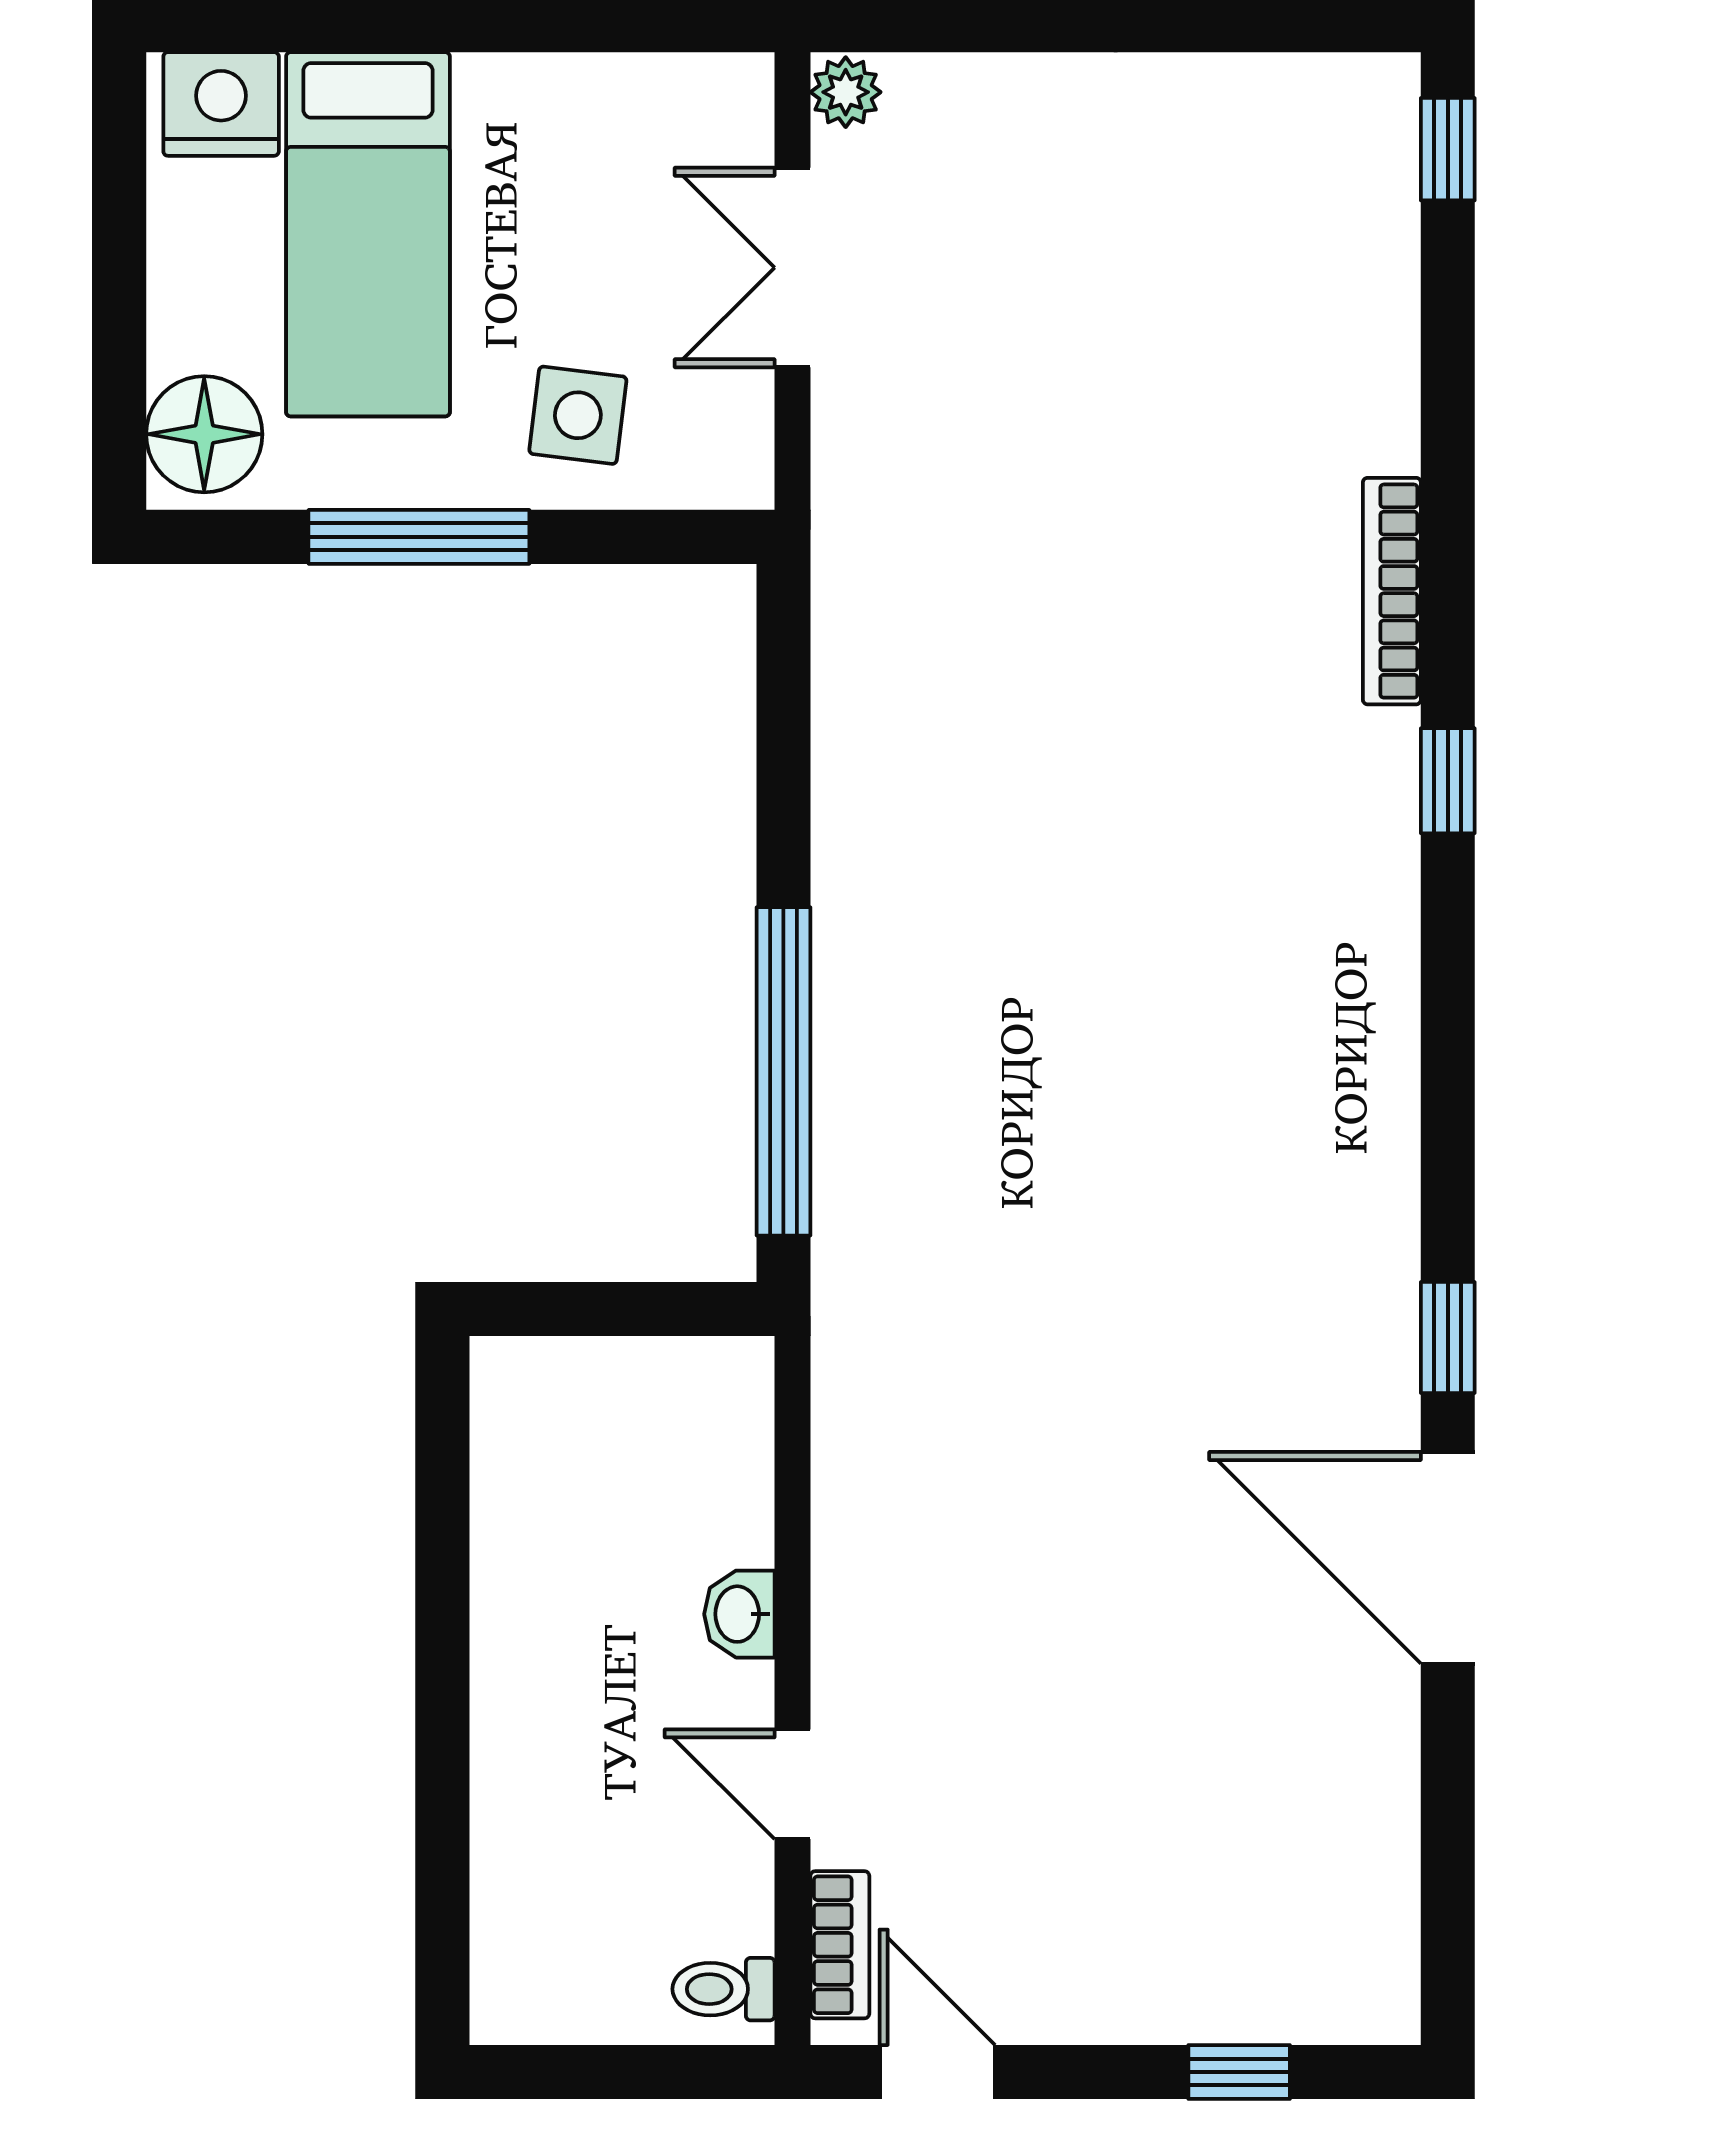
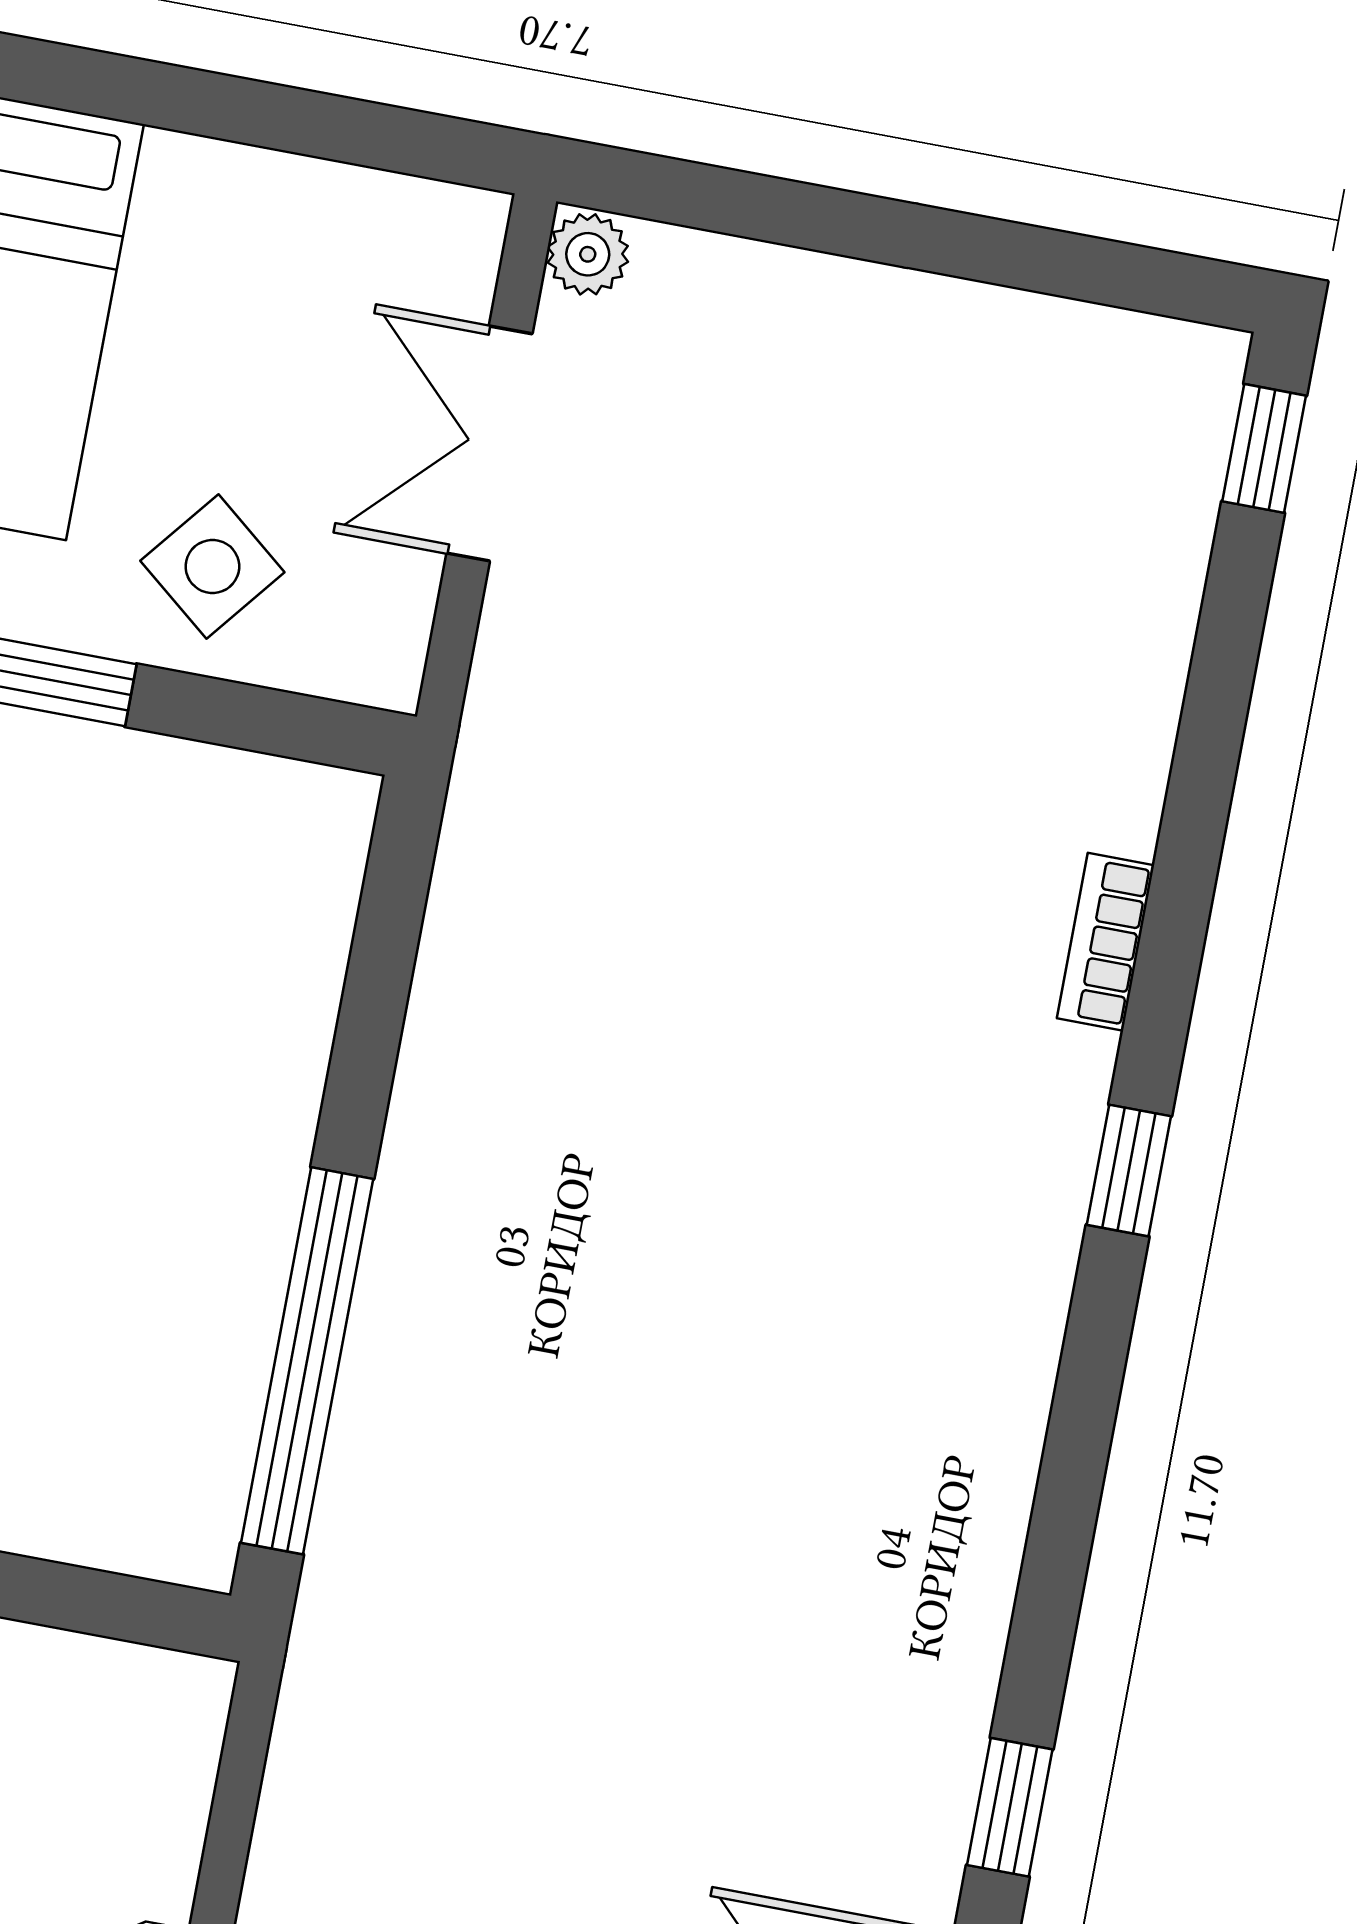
side table: (578, 415) -> (212, 566), turned 32
bookcase: (1392, 591) -> (1106, 942), width x0.64

